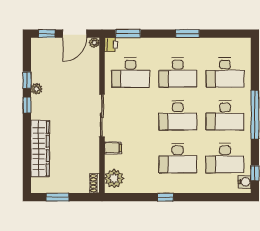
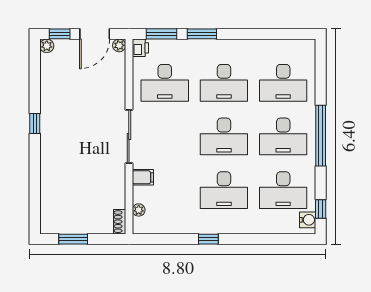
window: (188, 34) -> (202, 34), moved
window: (27, 80) -> (35, 92), removed
plant: (36, 89) -> (47, 46), moved
wardrobe: (40, 148) -> (51, 178), removed
plant: (114, 178) -> (139, 210), width x0.53, depth x0.53

